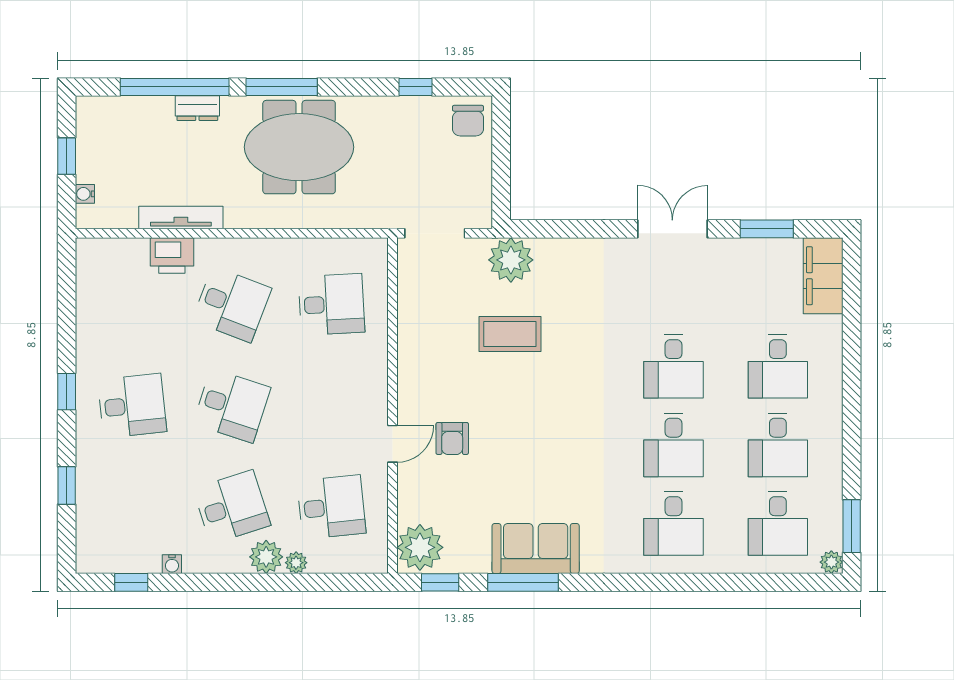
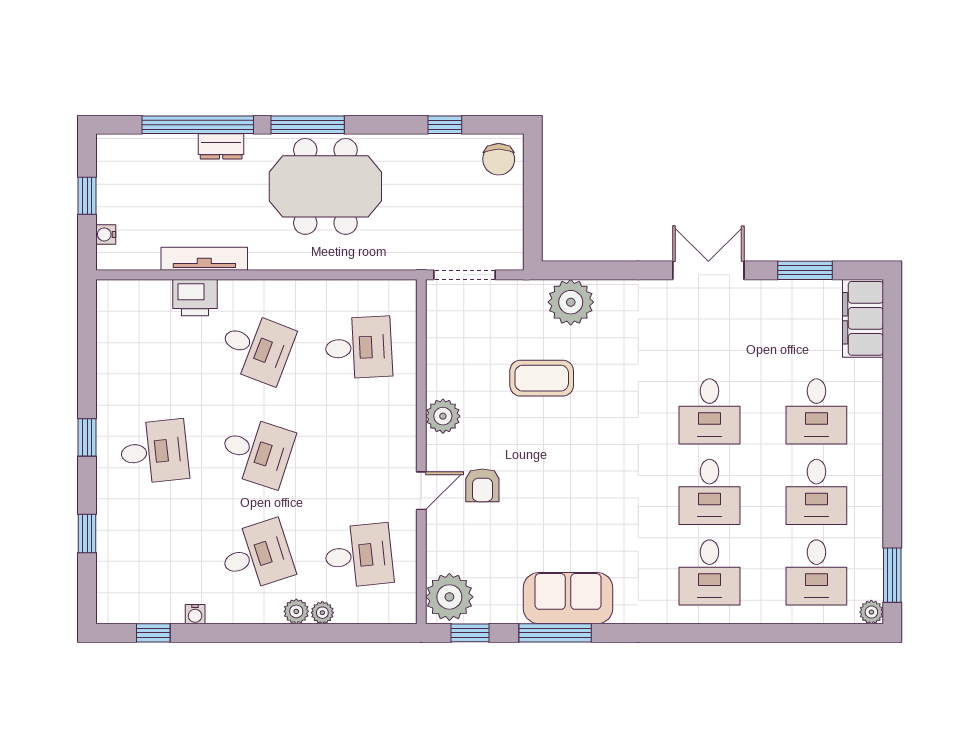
plant: (511, 260) -> (571, 302), moved
plant: (414, 371) -> (443, 416), added
plant: (266, 557) -> (296, 611), width x0.73, depth x0.73

